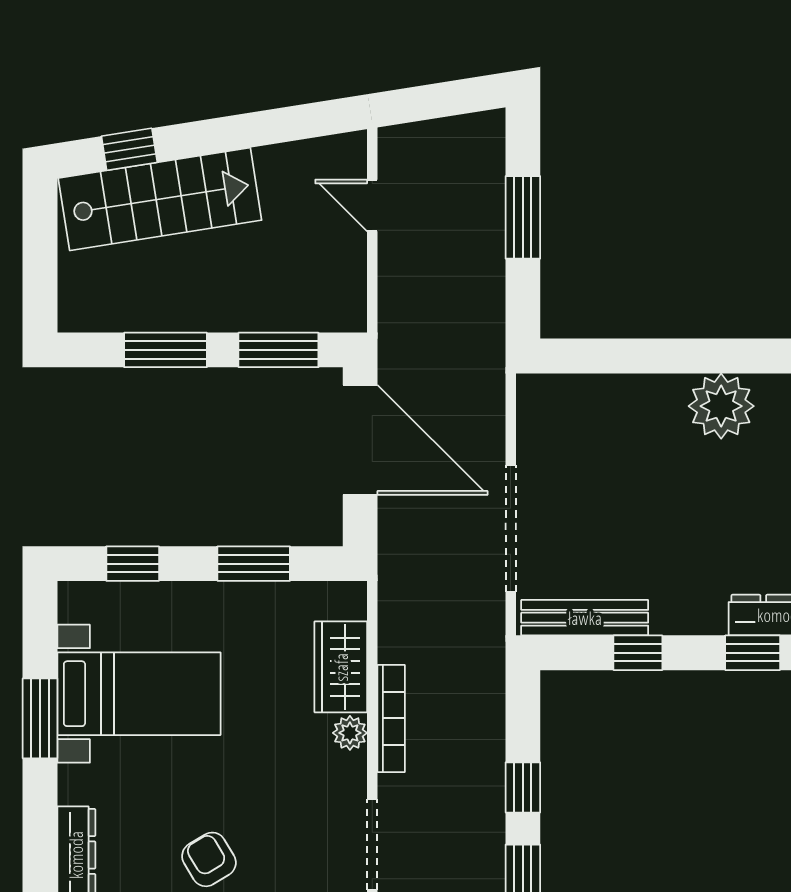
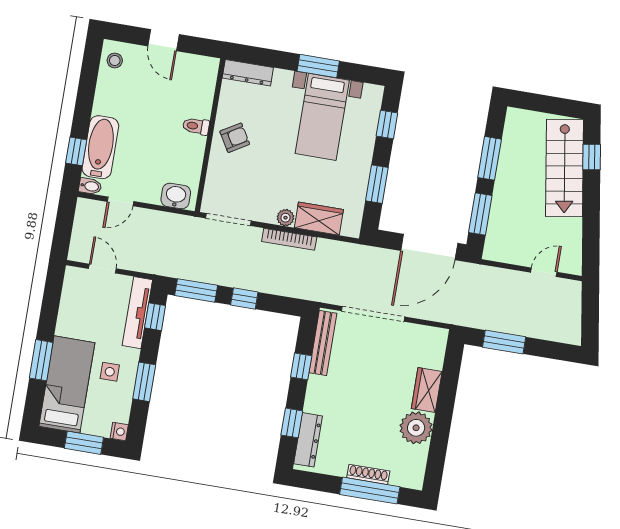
window: (523, 217) -> (504, 342), moved
wardrobe: (643, 398) -> (427, 390), added

